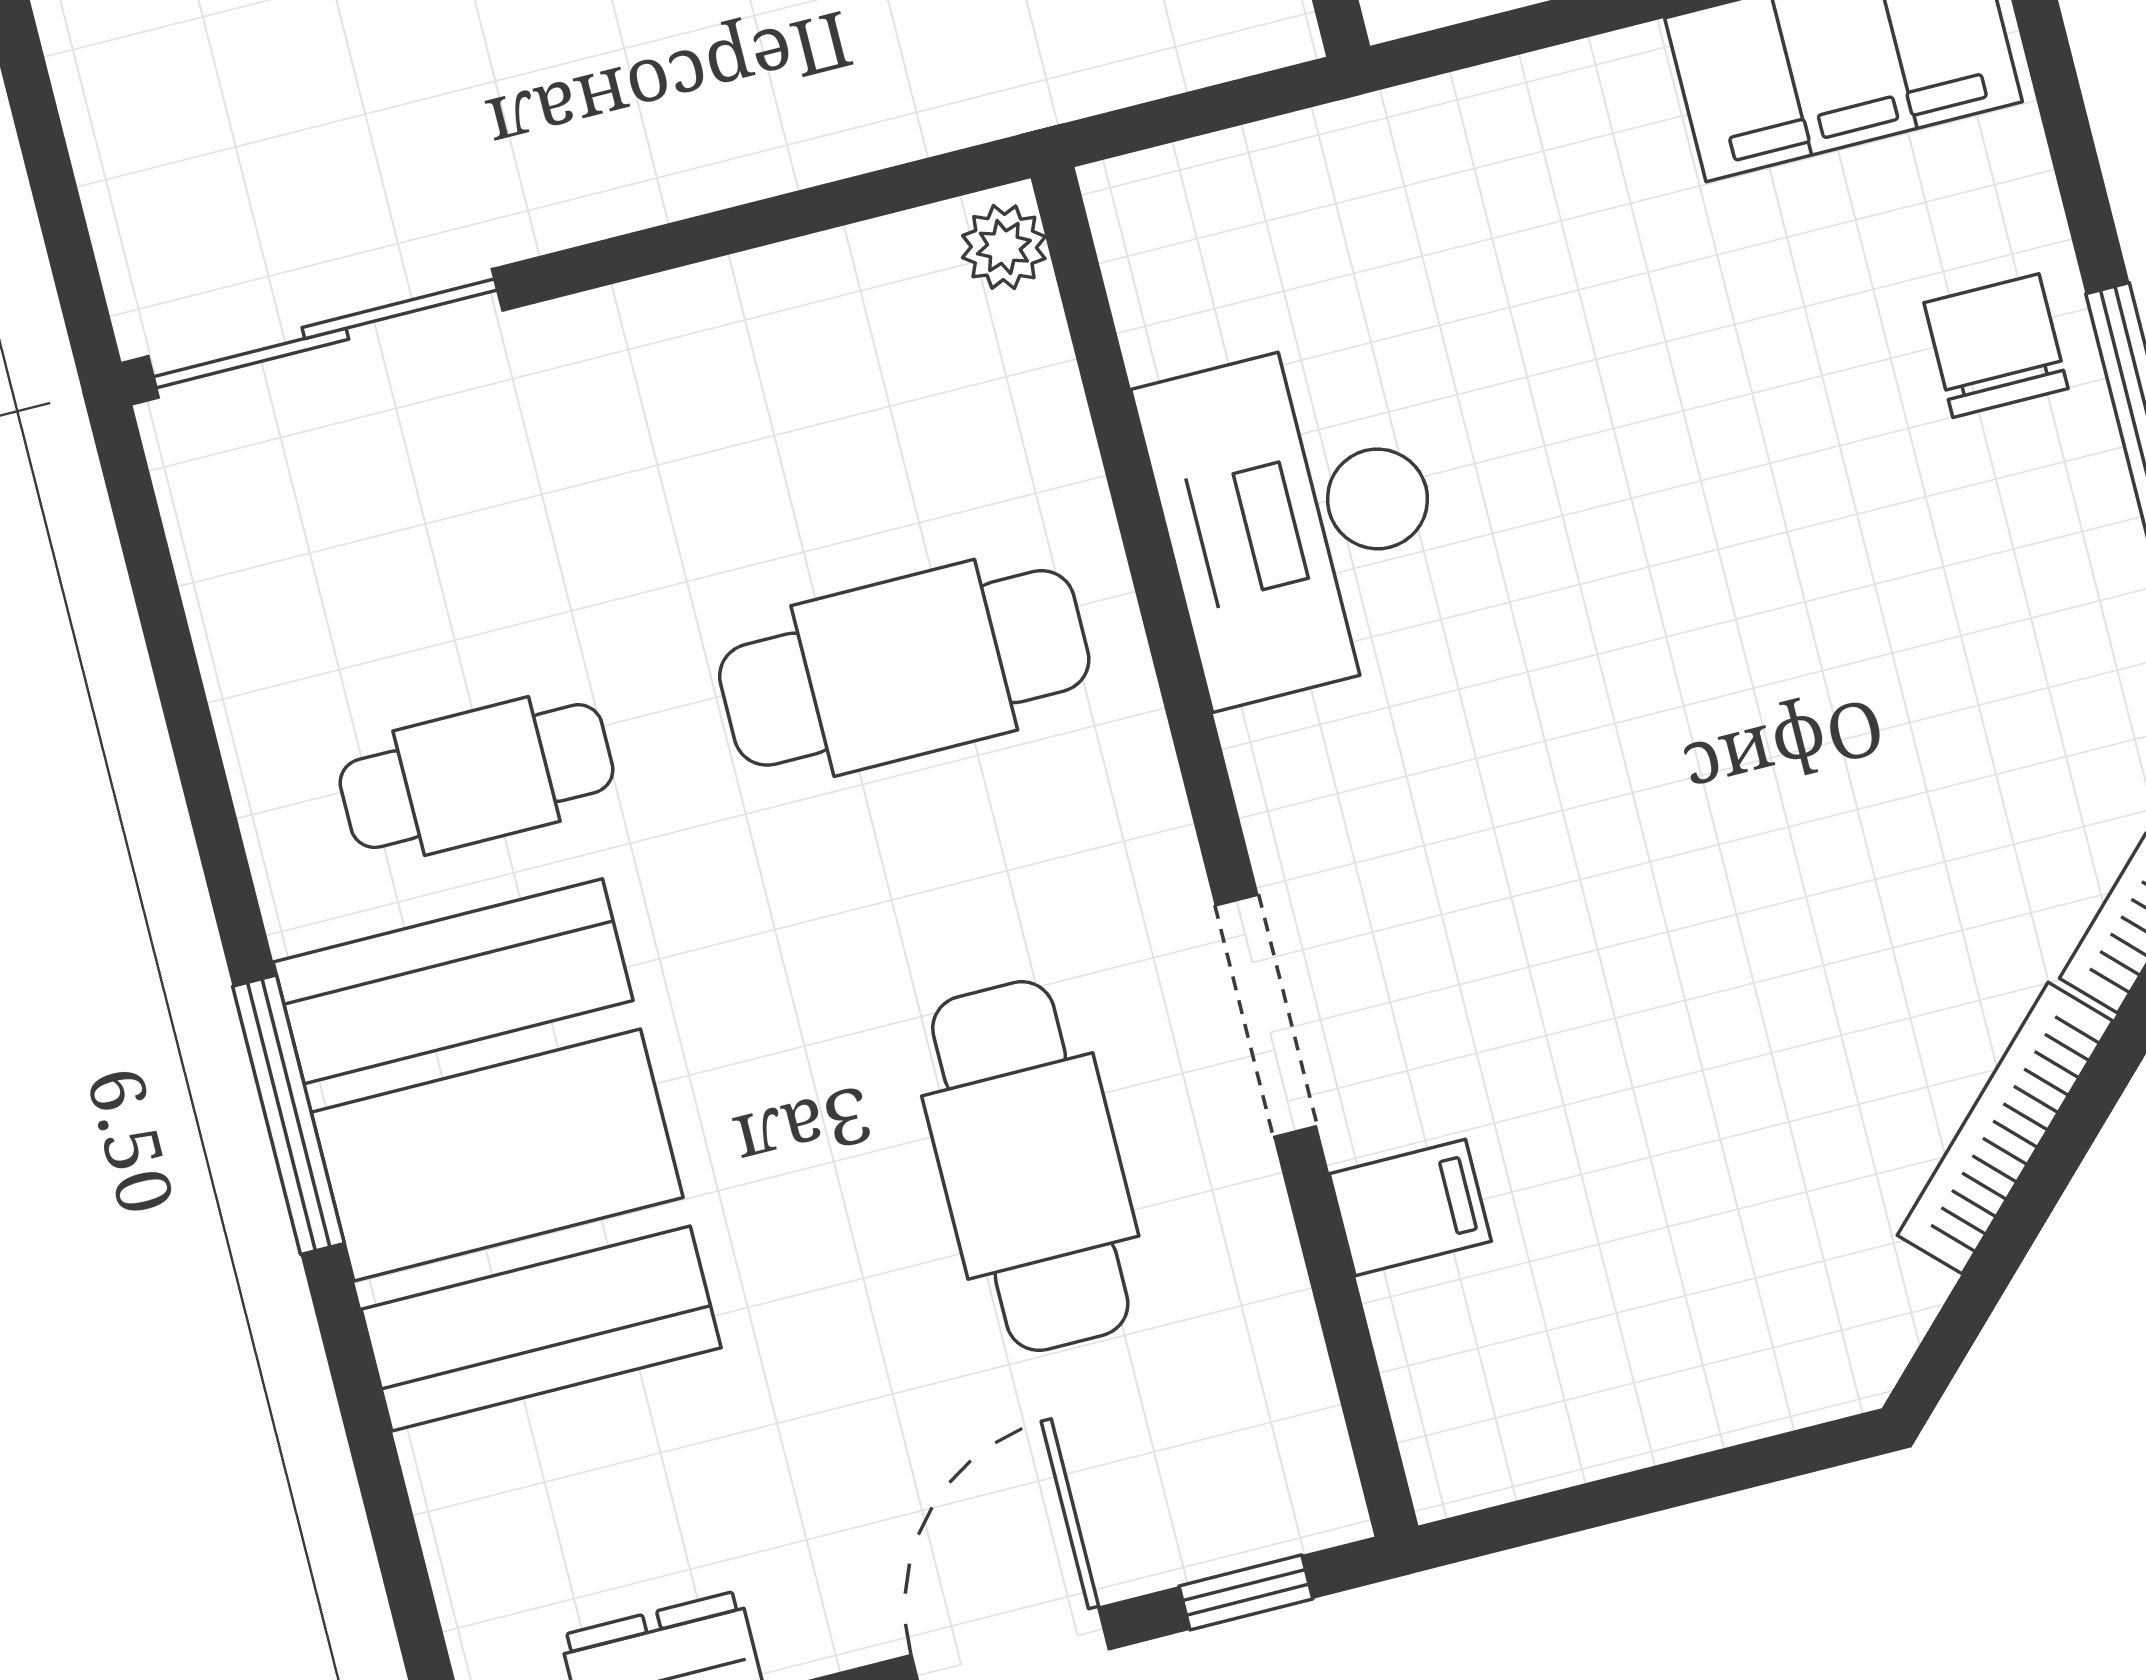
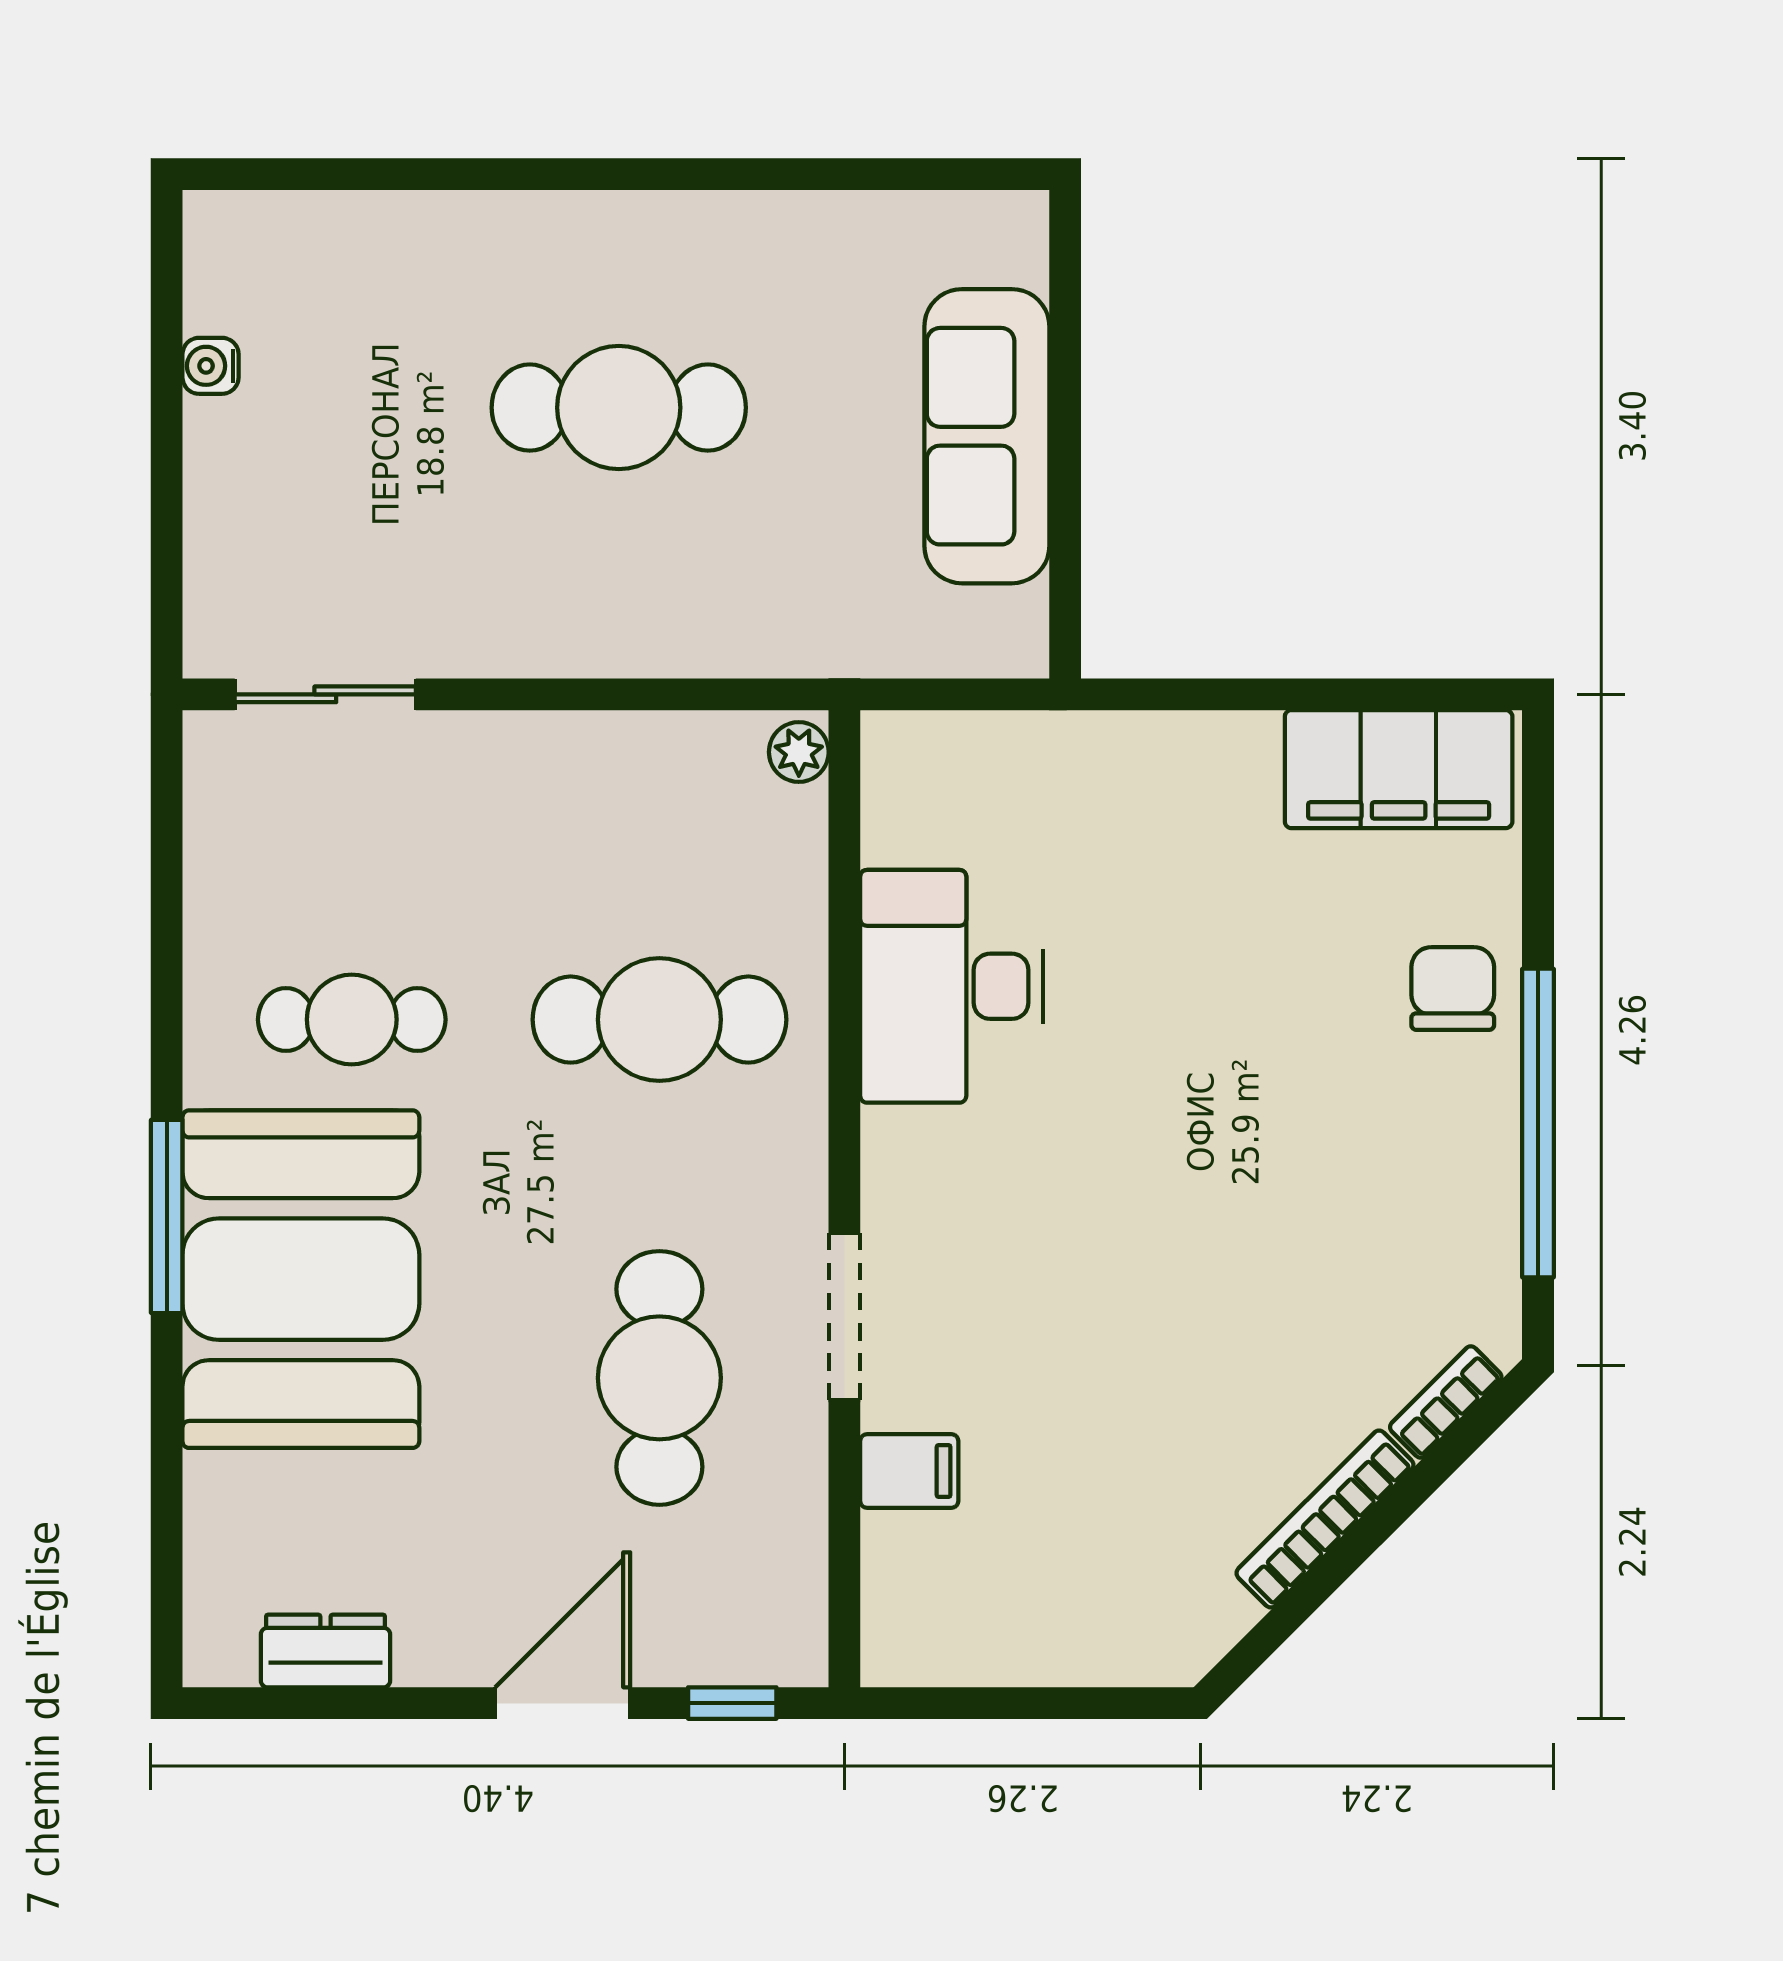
sliding door: (325, 333) -> (325, 694), width x0.73

